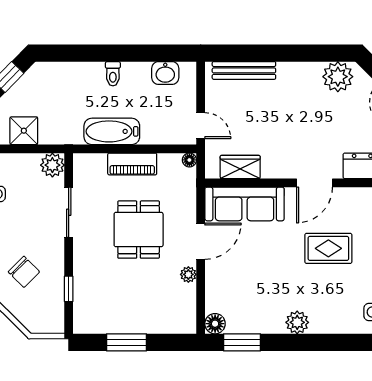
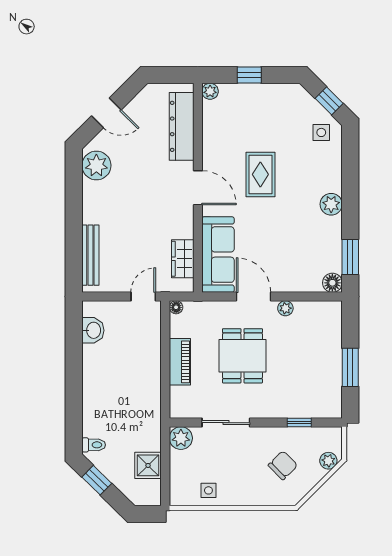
toilet: (113, 74) -> (94, 445), moved
bathtub: (112, 131) -> (149, 381), removed
dining table: (139, 230) -> (242, 356), turned 90
plant: (29, 319) -> (328, 461), added

